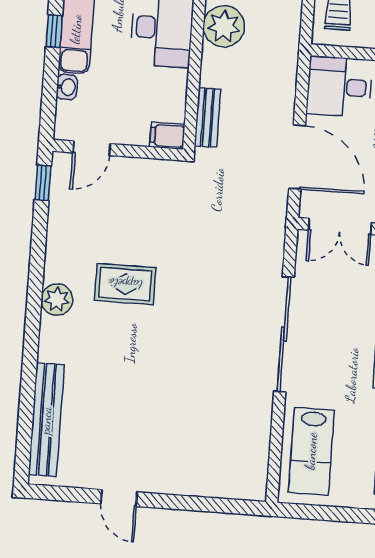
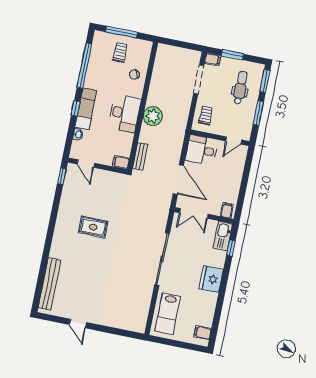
door: (92, 148) -> (86, 164), hinge flipped
plant: (57, 300) -> (61, 230), removed

